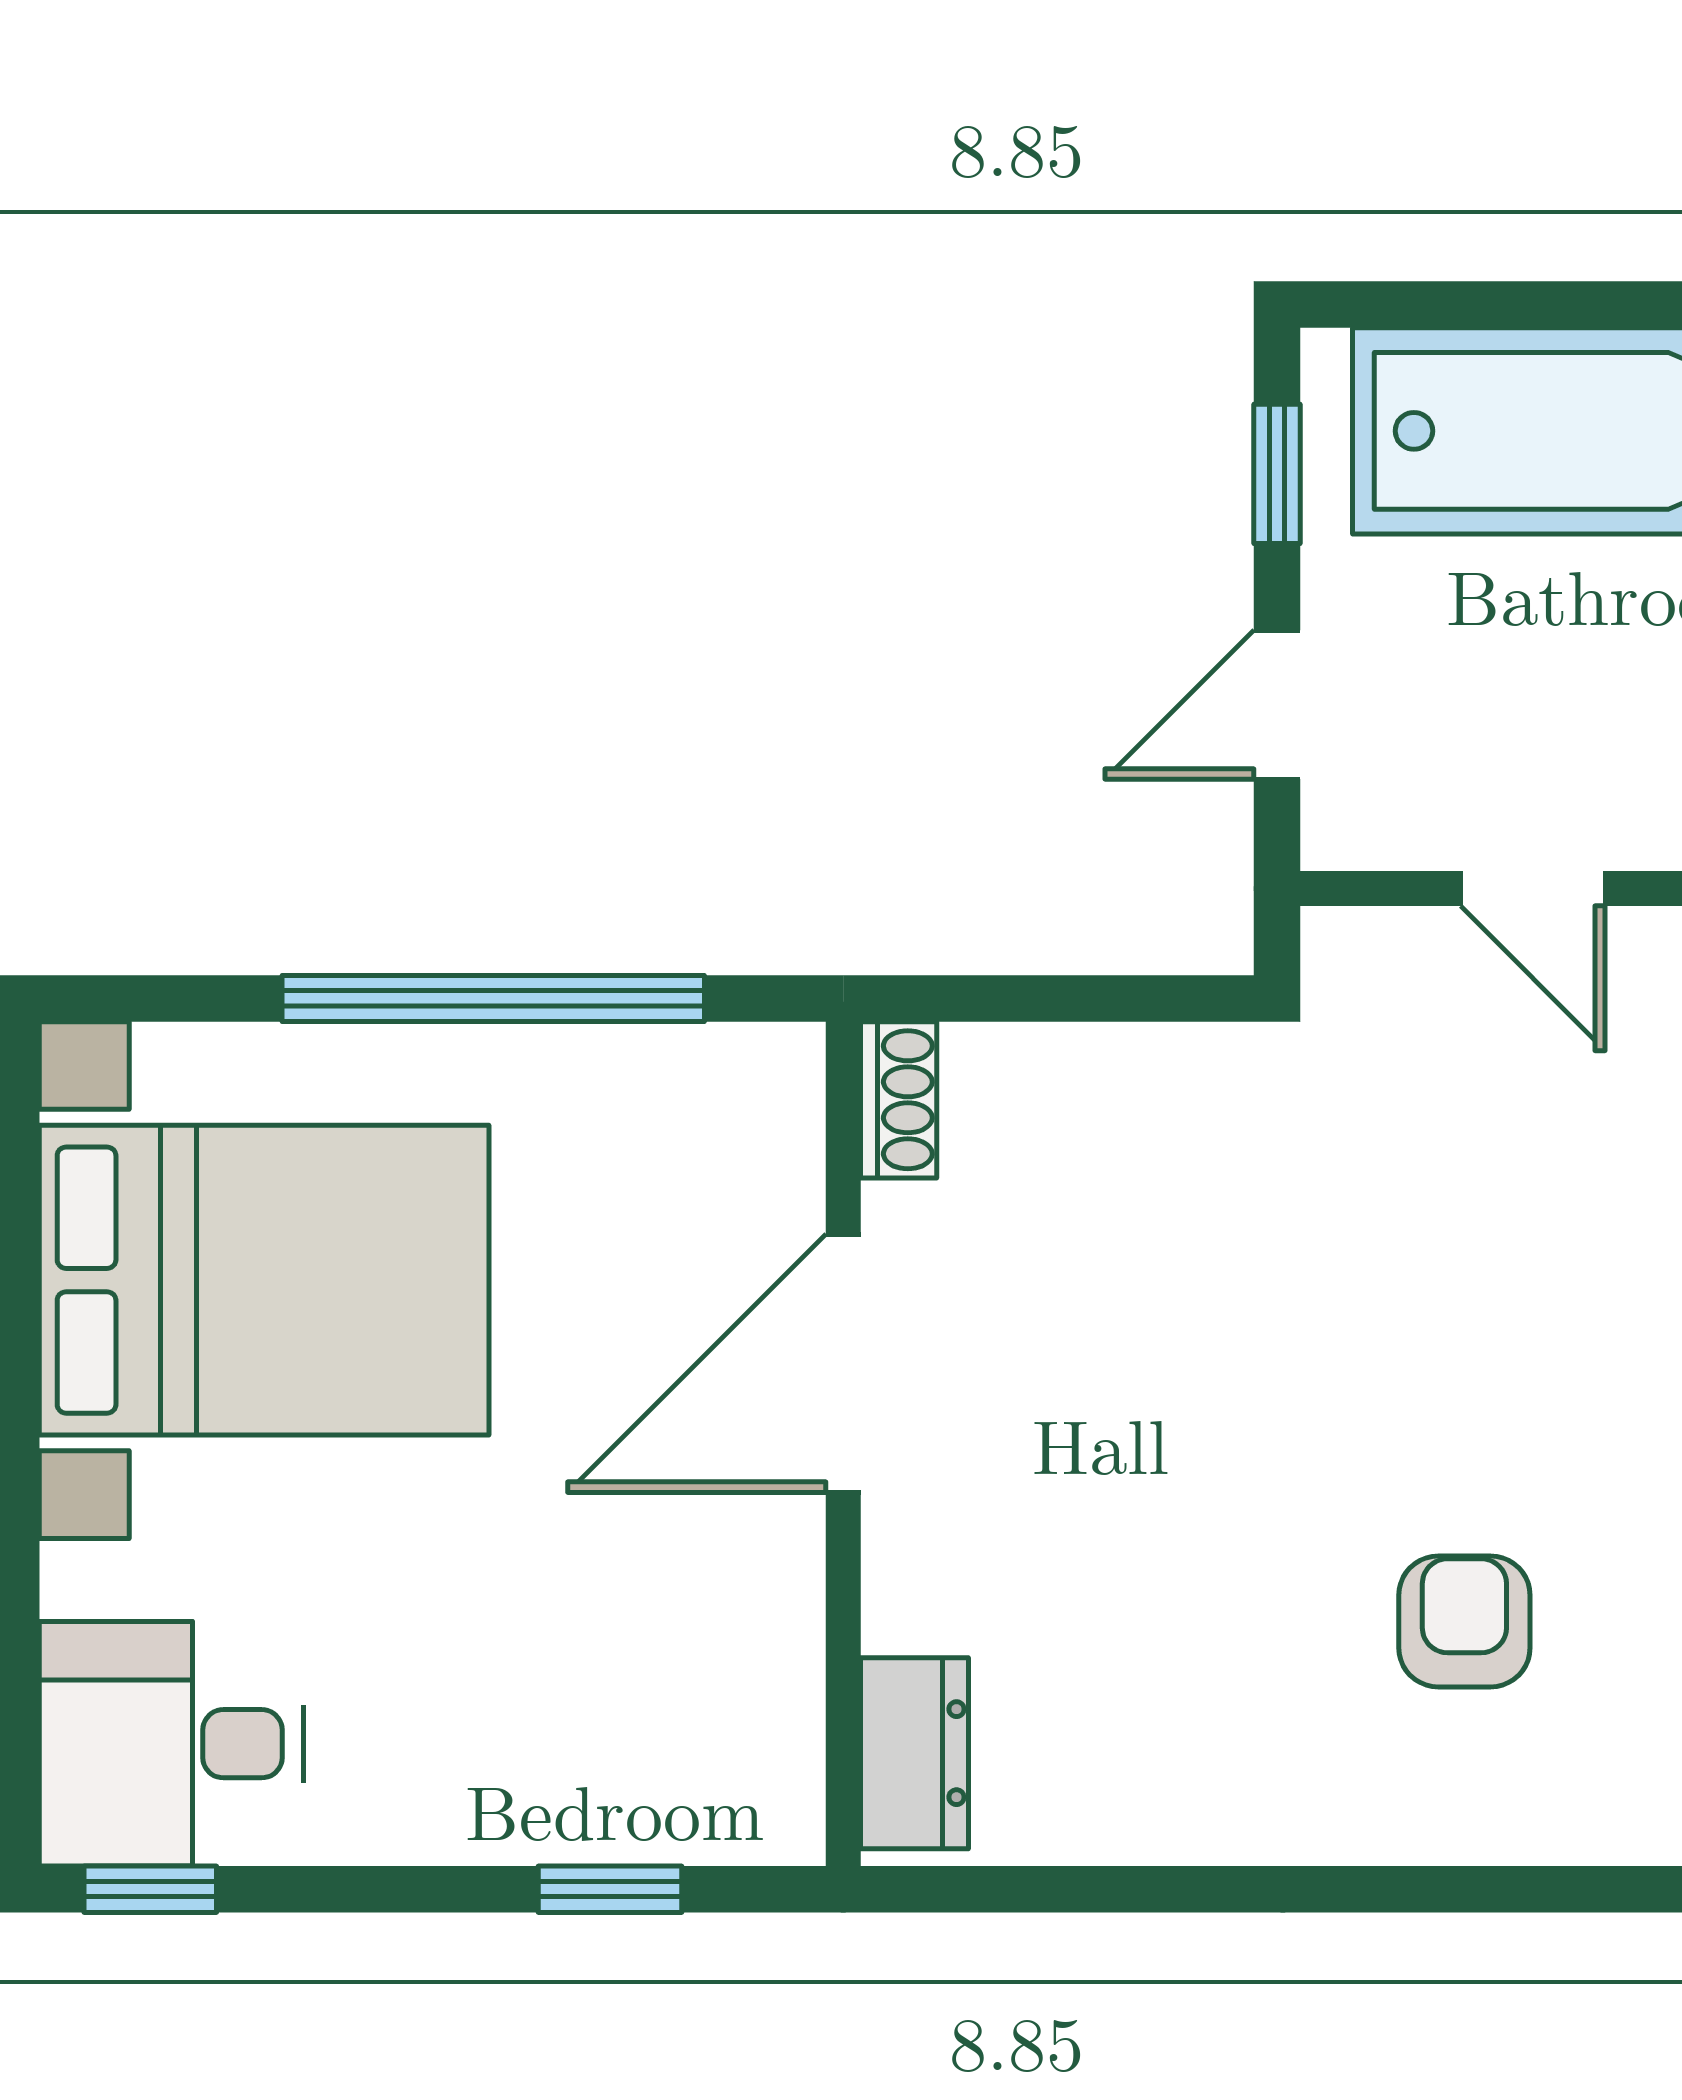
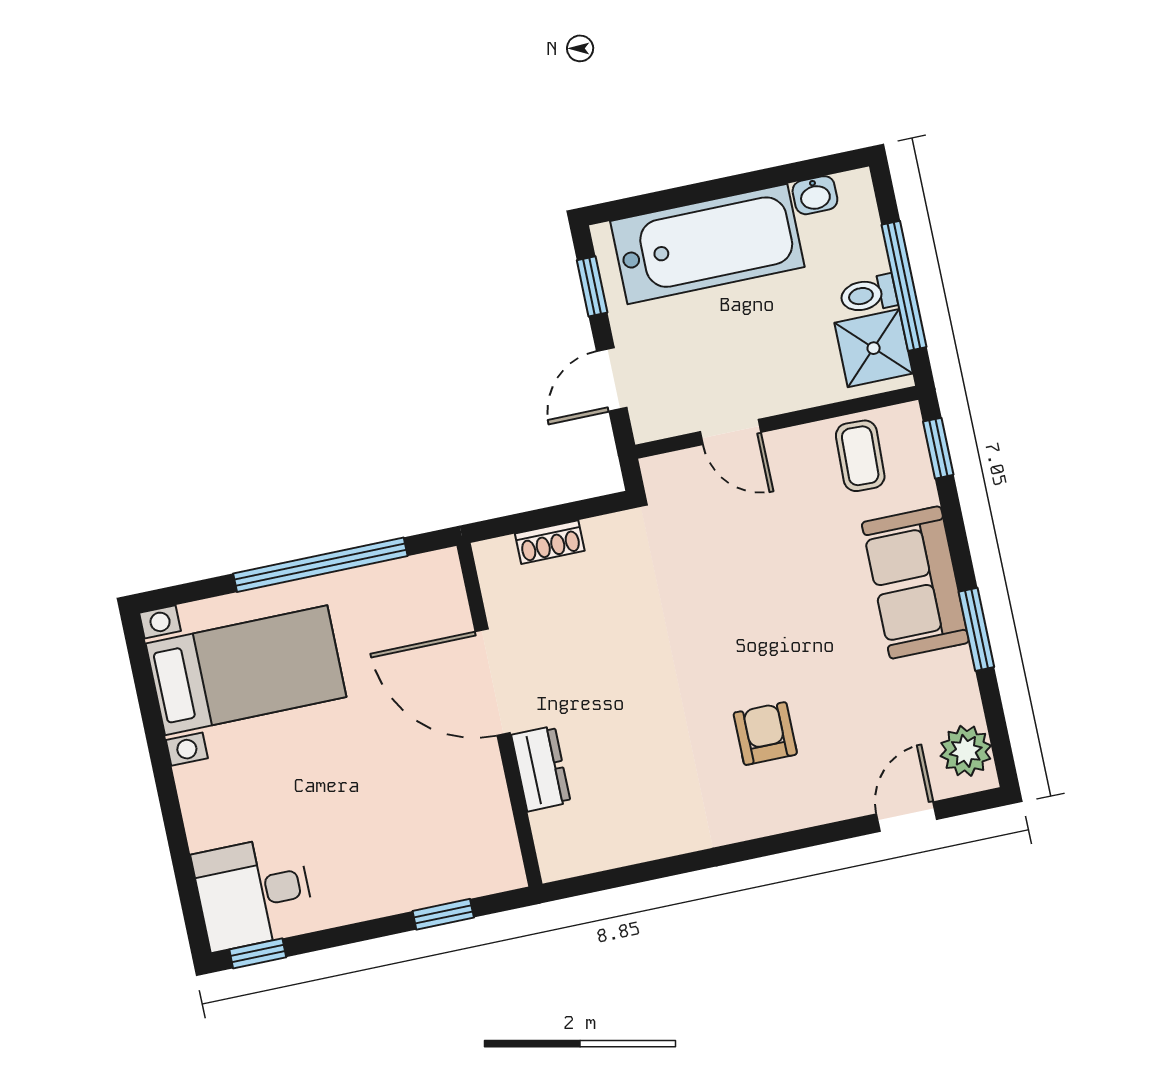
shoe rack: (899, 1100) -> (550, 542), moved, turned 90
bed with nightstands: (264, 1280) -> (246, 670), width x0.73
door: (843, 1363) -> (493, 682), hinge flipped
dresser: (914, 1753) -> (541, 769), moved

